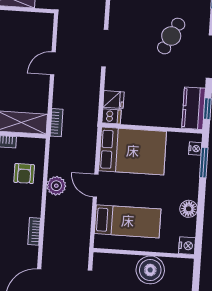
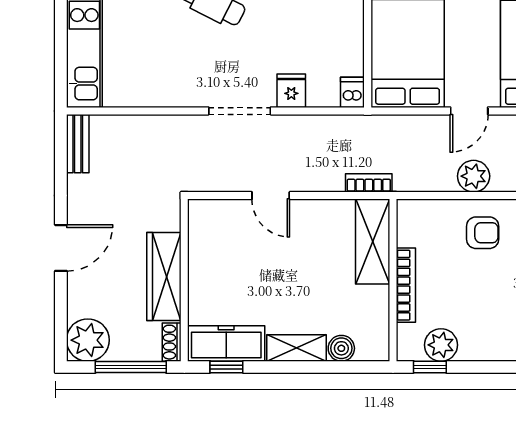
fridge: (113, 100) -> (291, 91), moved
armchair: (24, 174) -> (483, 233), moved

